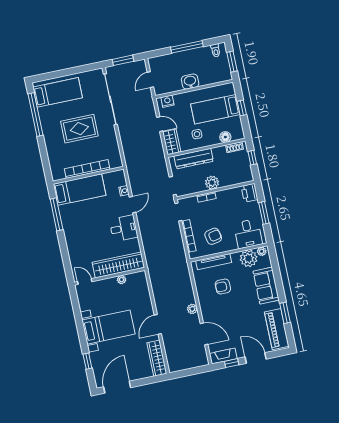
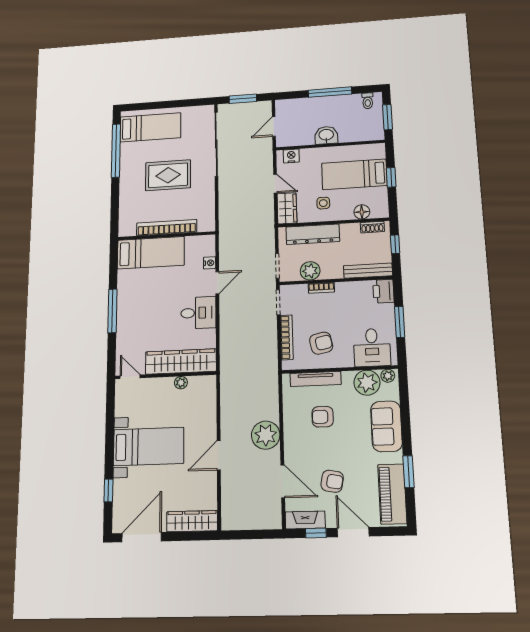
bench: (237, 180) -> (368, 271), added
plant: (212, 183) -> (310, 271), moved
window: (57, 214) -> (112, 311), moved
plant: (192, 309) -> (266, 435), width x1.87, depth x1.87
armchair: (236, 328) -> (332, 481), added
wardrobe: (157, 358) -> (192, 521), moved, turned 90

